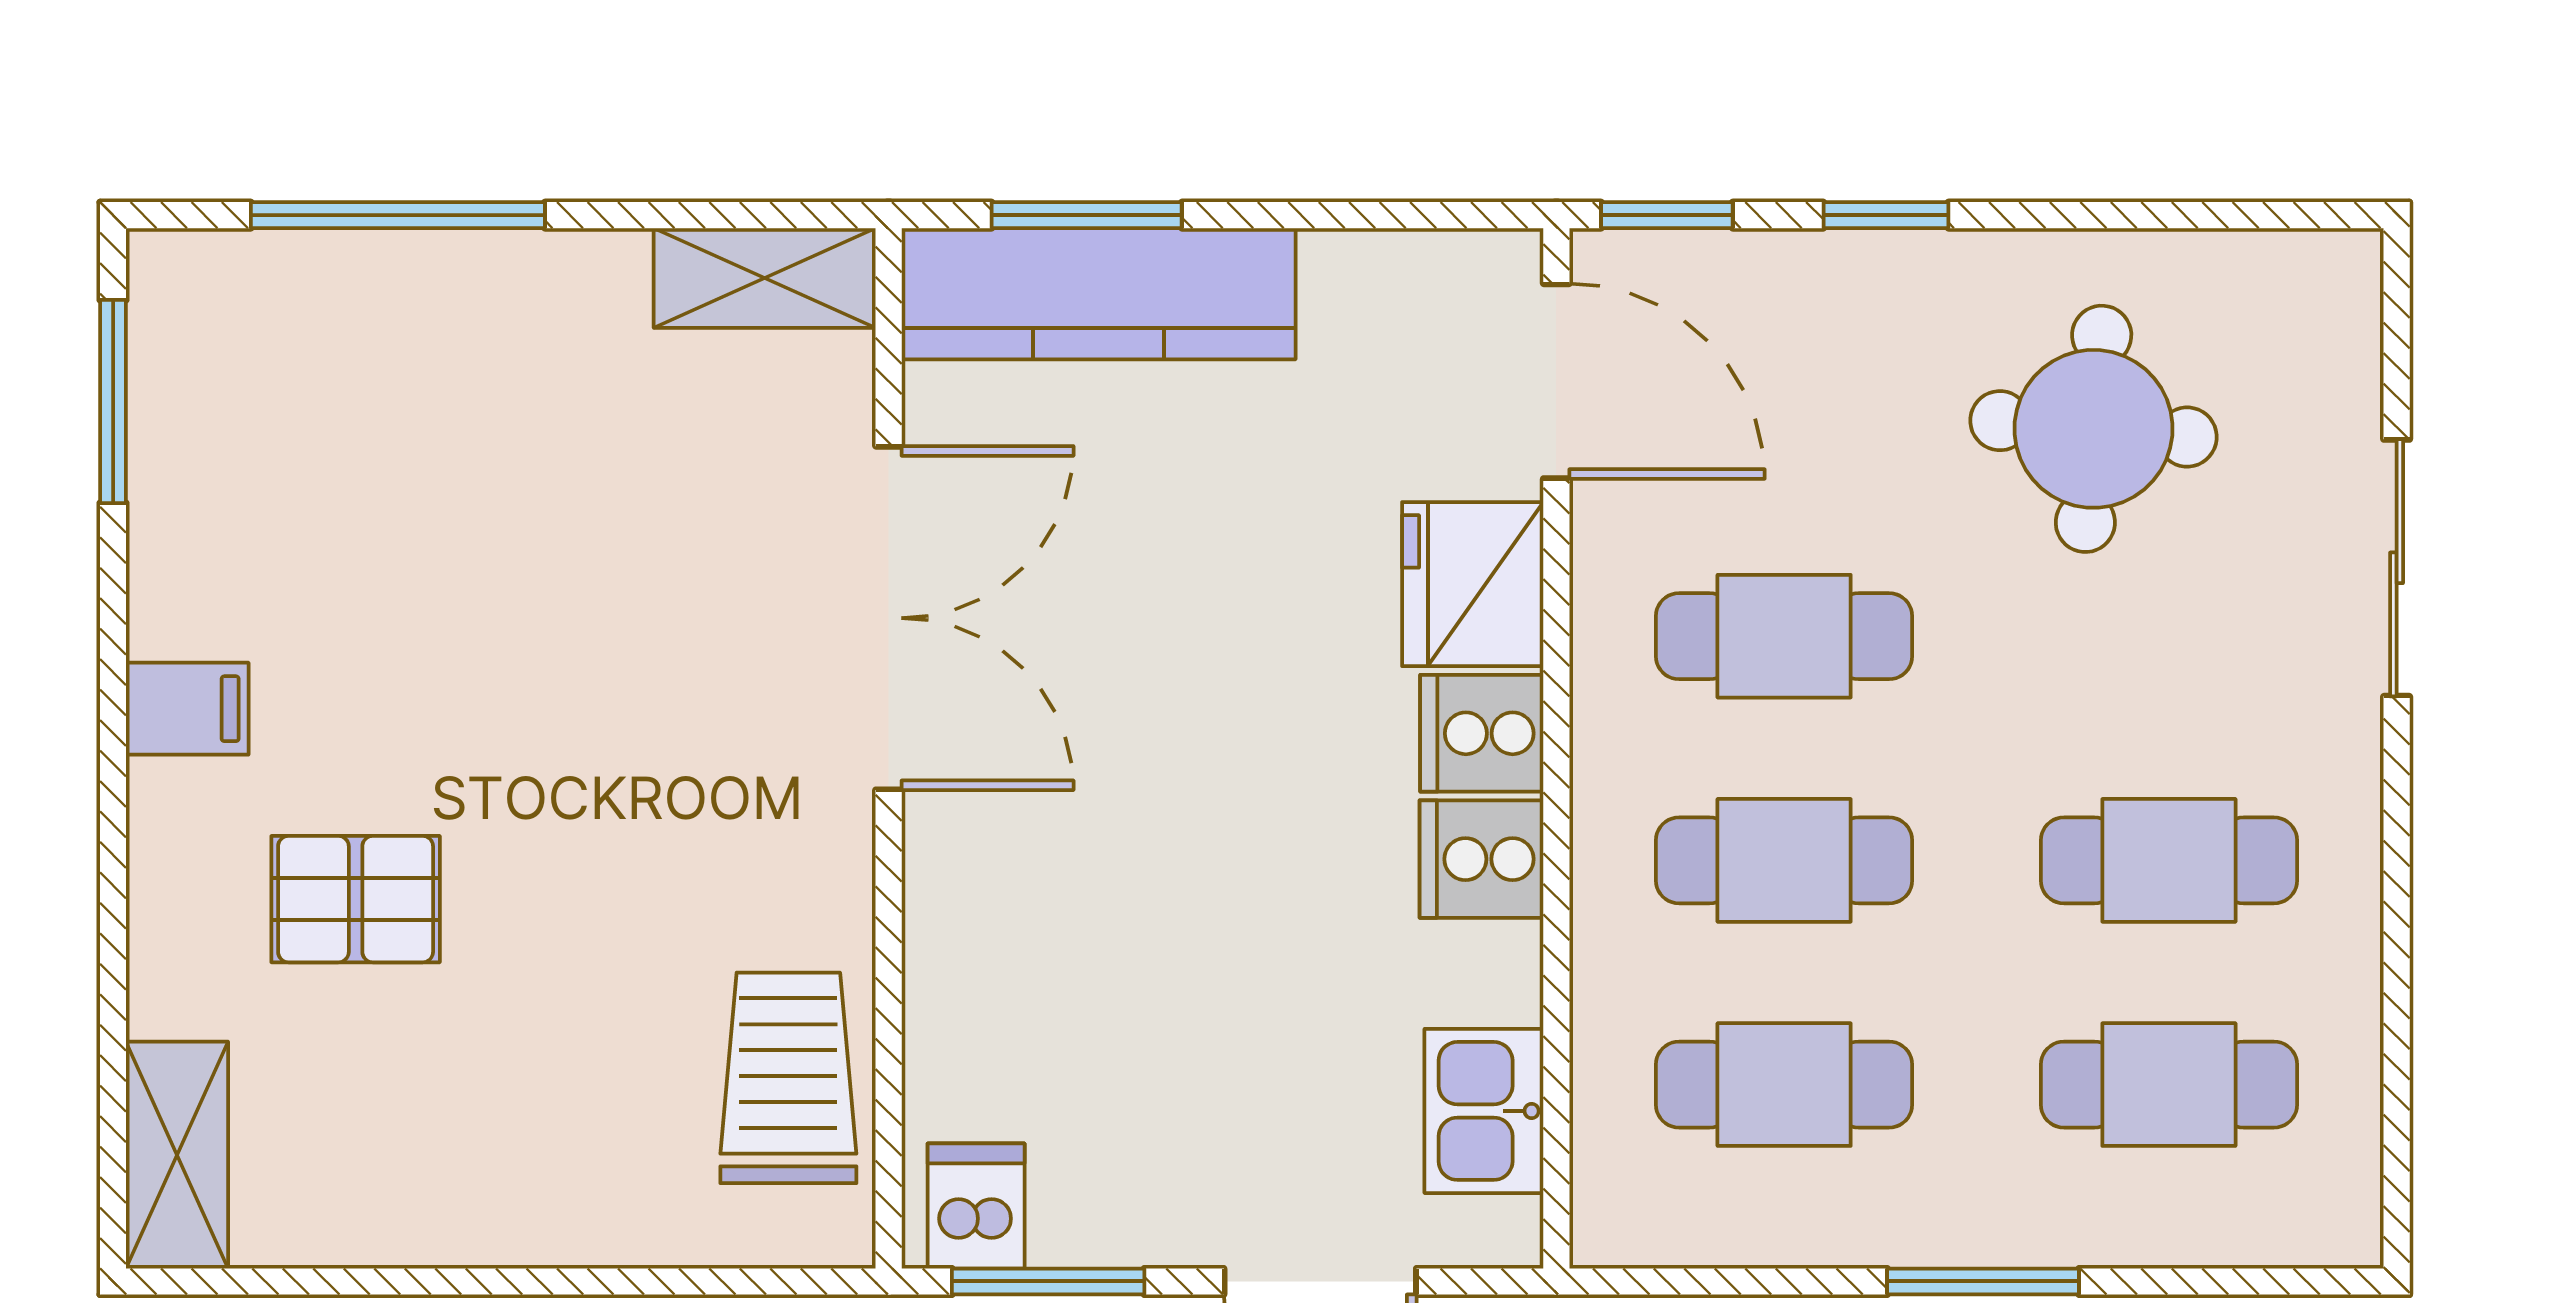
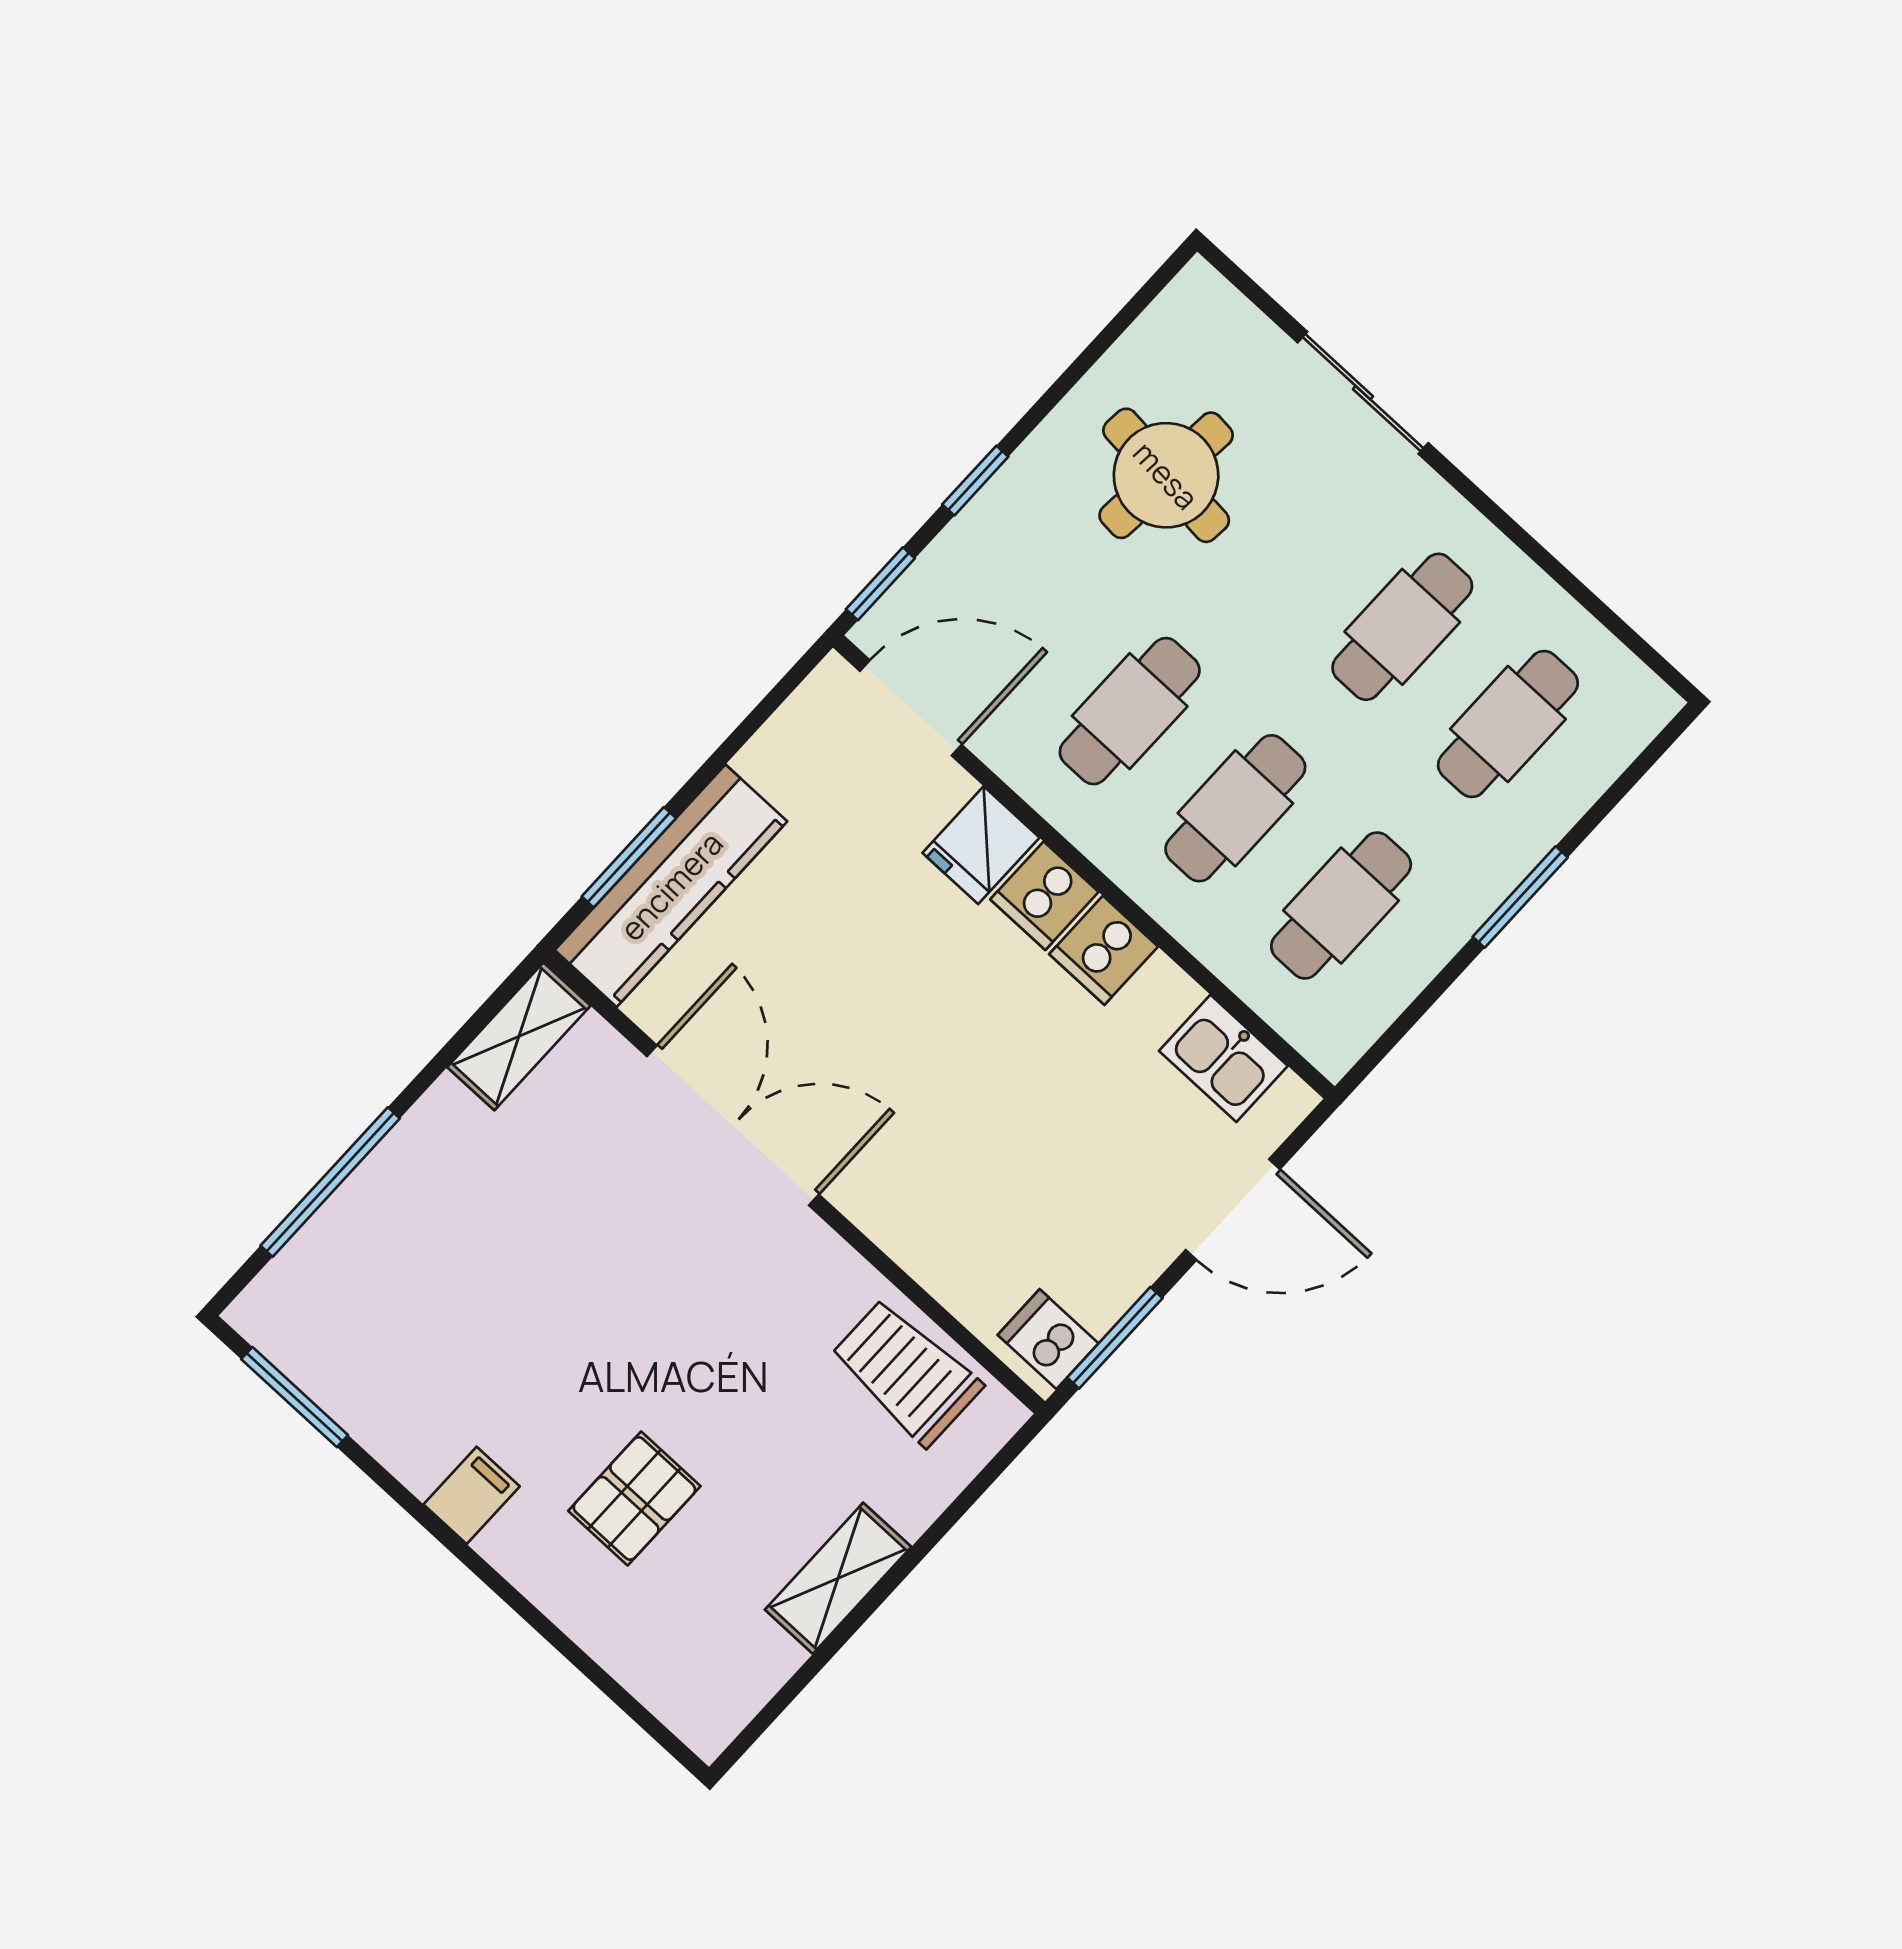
fridge: (1473, 584) -> (981, 845), width x0.72
shelving: (177, 1155) -> (838, 1578), moved, turned 90

